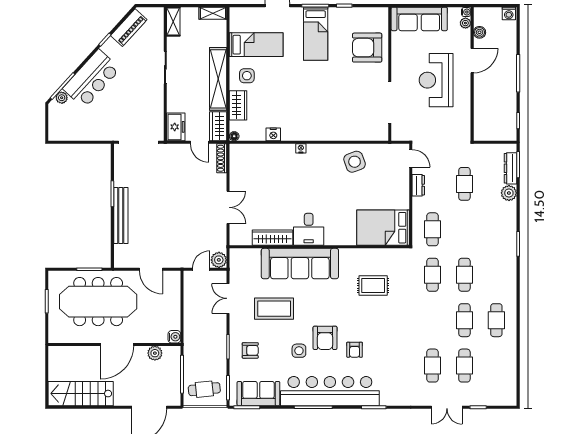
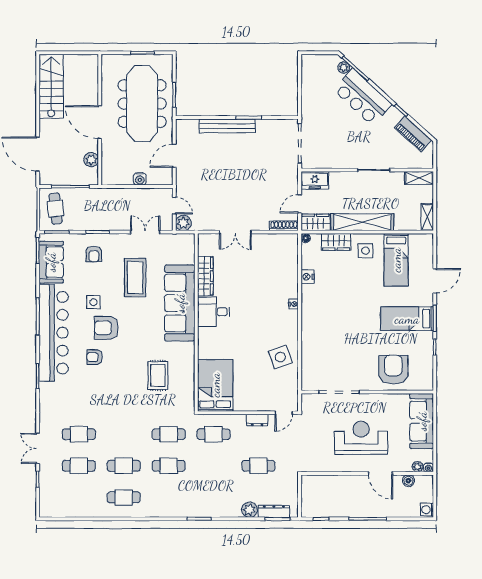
water cooler: (174, 337) -> (140, 179), moved

